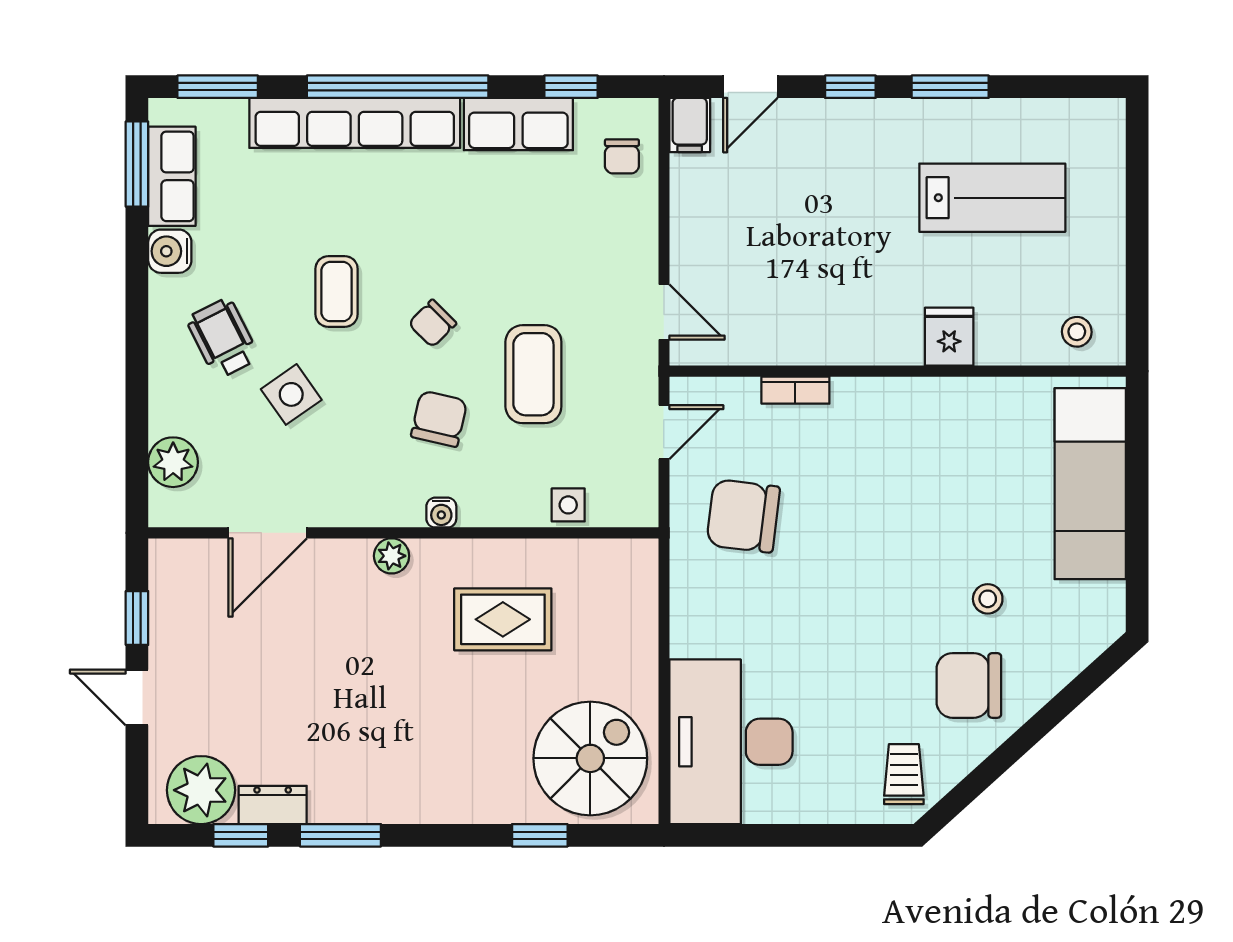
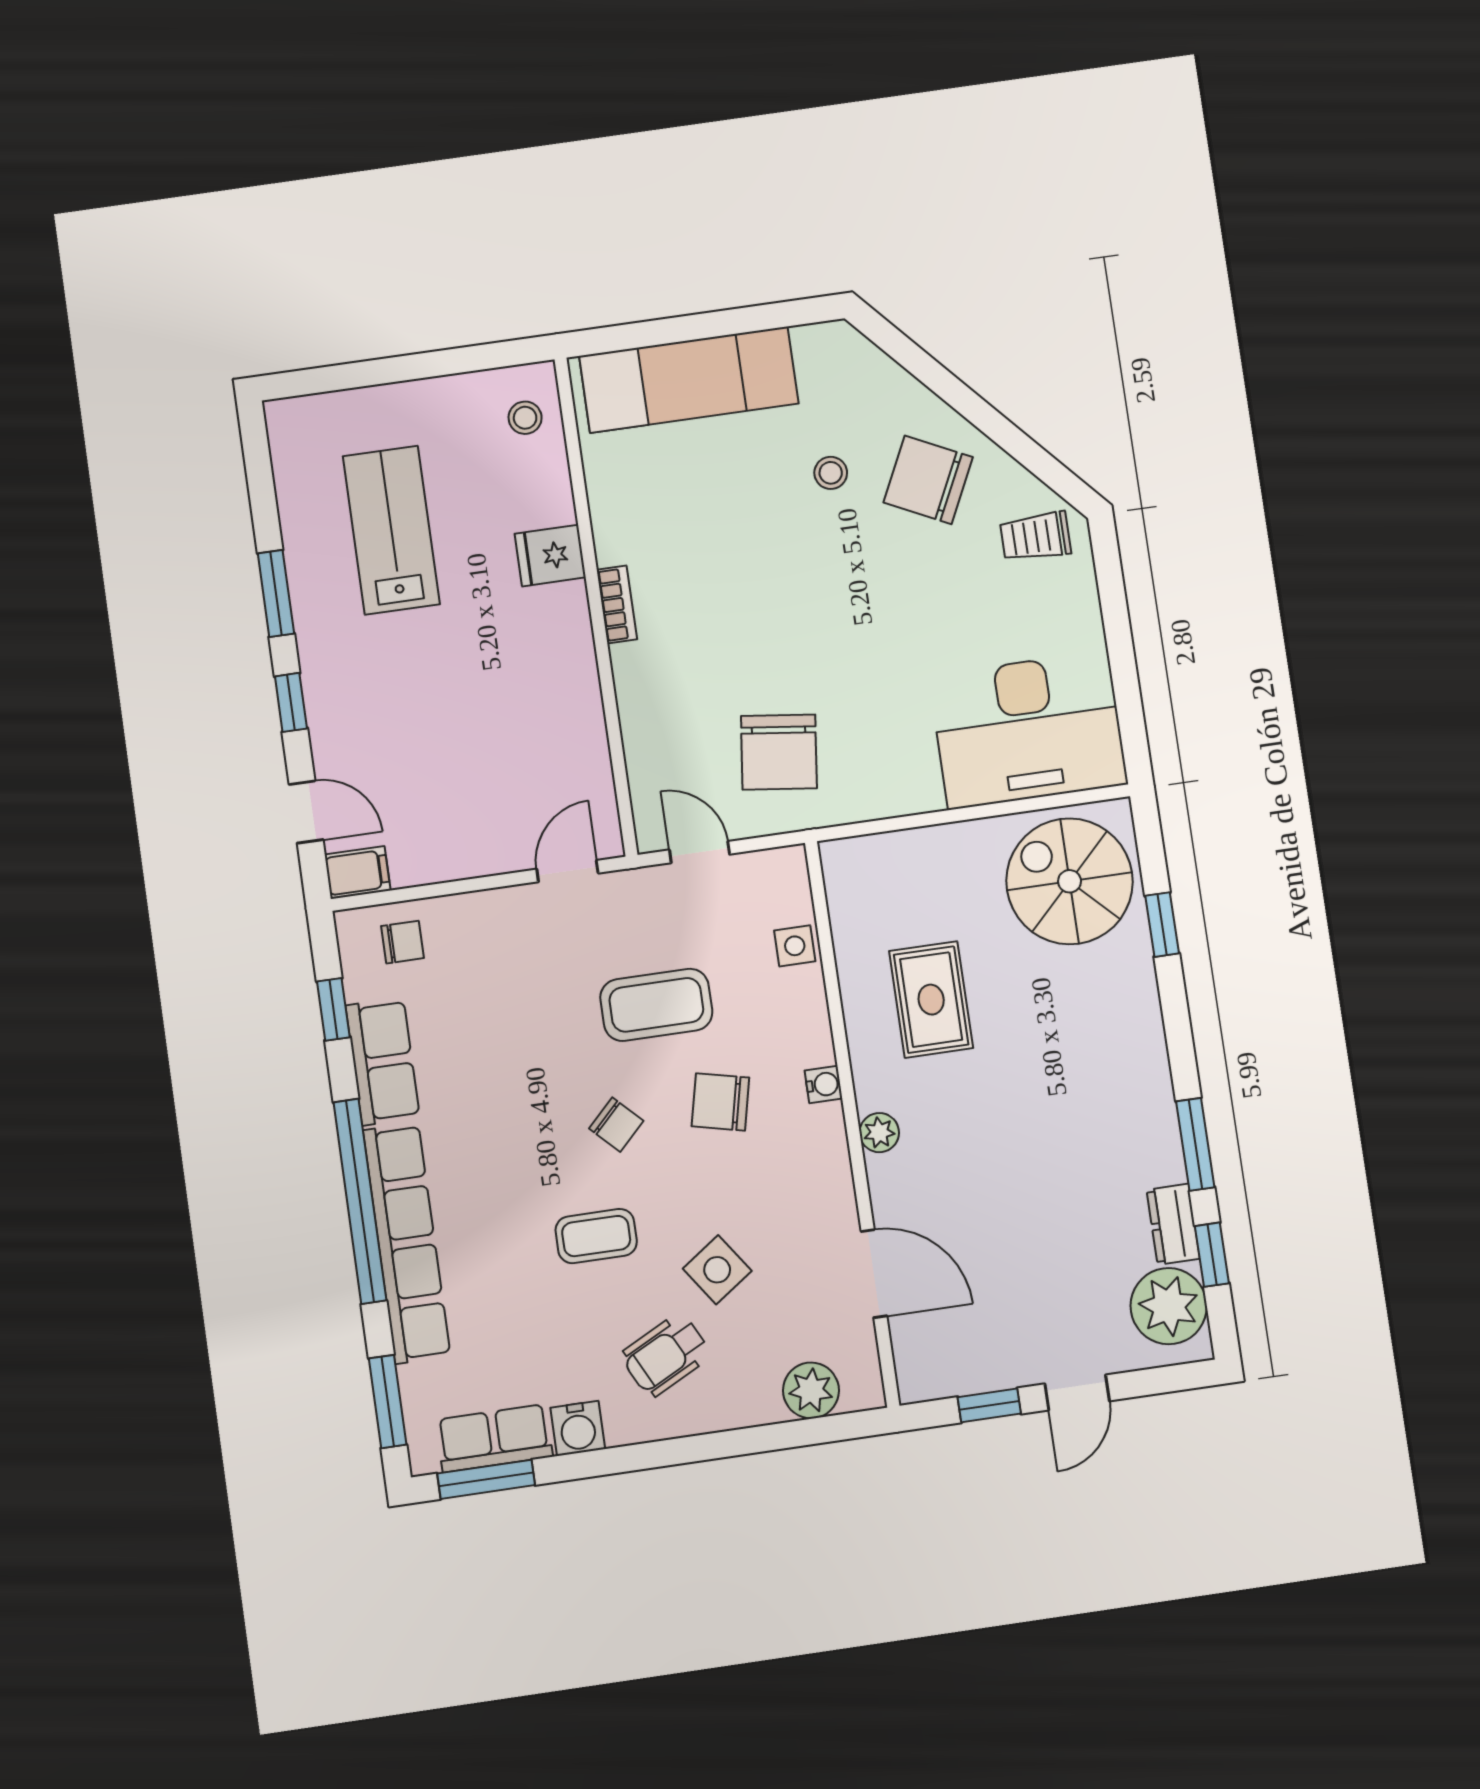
bookcase: (795, 390) -> (617, 604), moved
chair: (969, 685) -> (928, 480), turned 116

